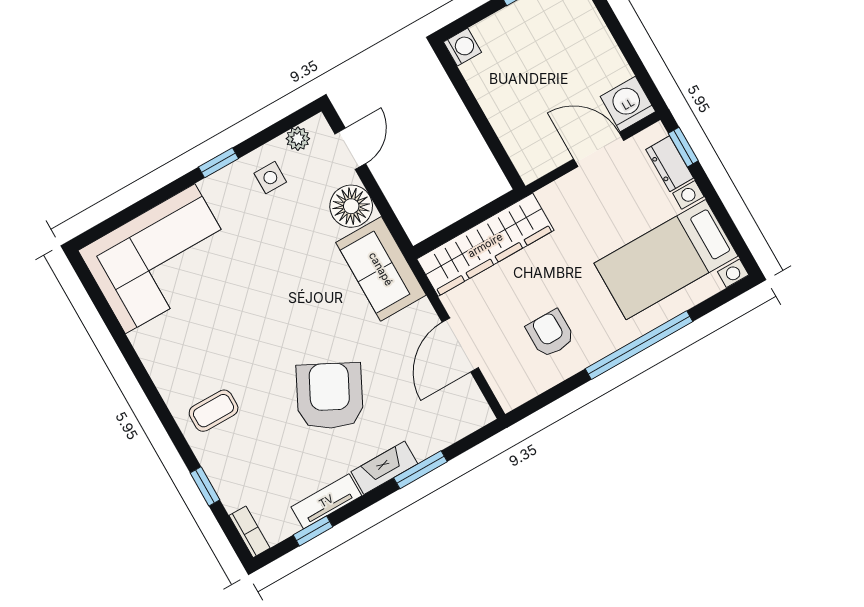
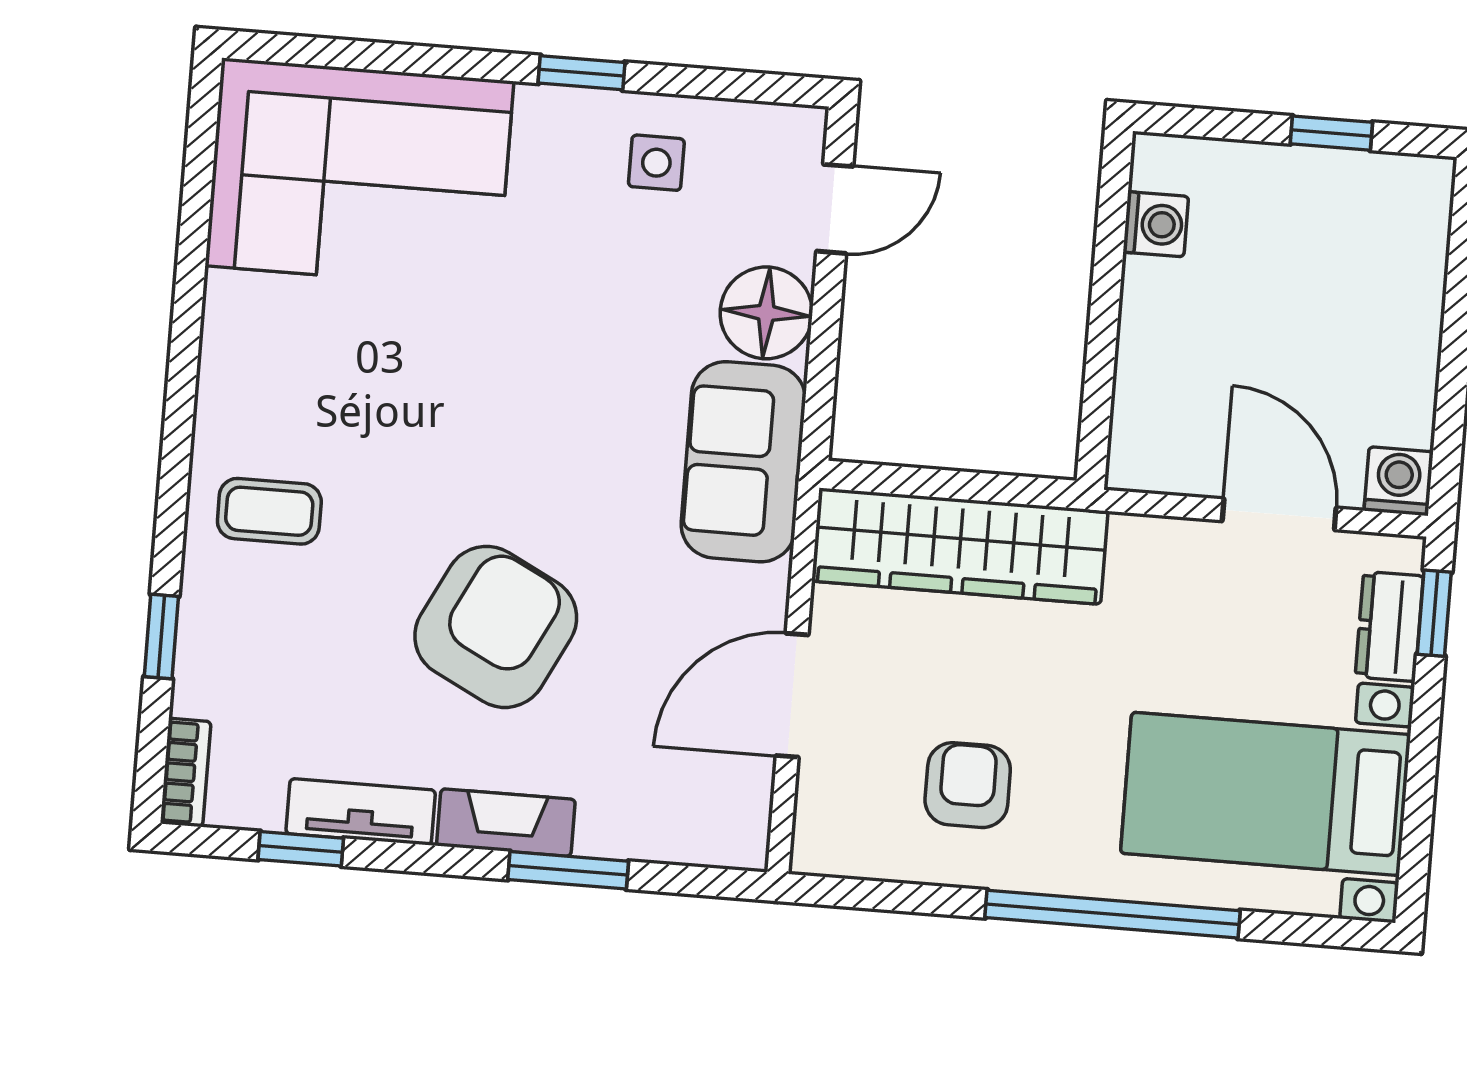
washing machine: (463, 47) -> (1156, 224), moved
washing machine: (628, 104) -> (1399, 481), width x0.73, depth x0.73
plant: (298, 139) -> (753, 127), removed

